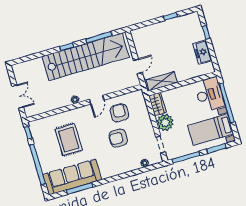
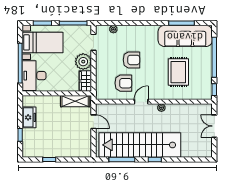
door: (138, 66) -> (93, 122), swing flipped
armchair: (119, 113) -> (123, 83), turned -93

